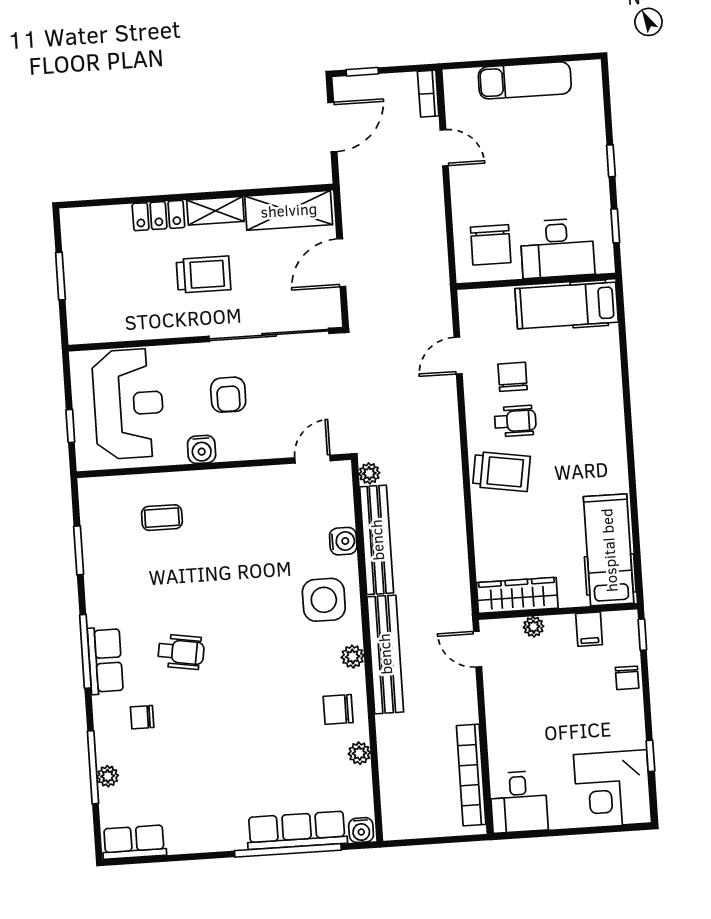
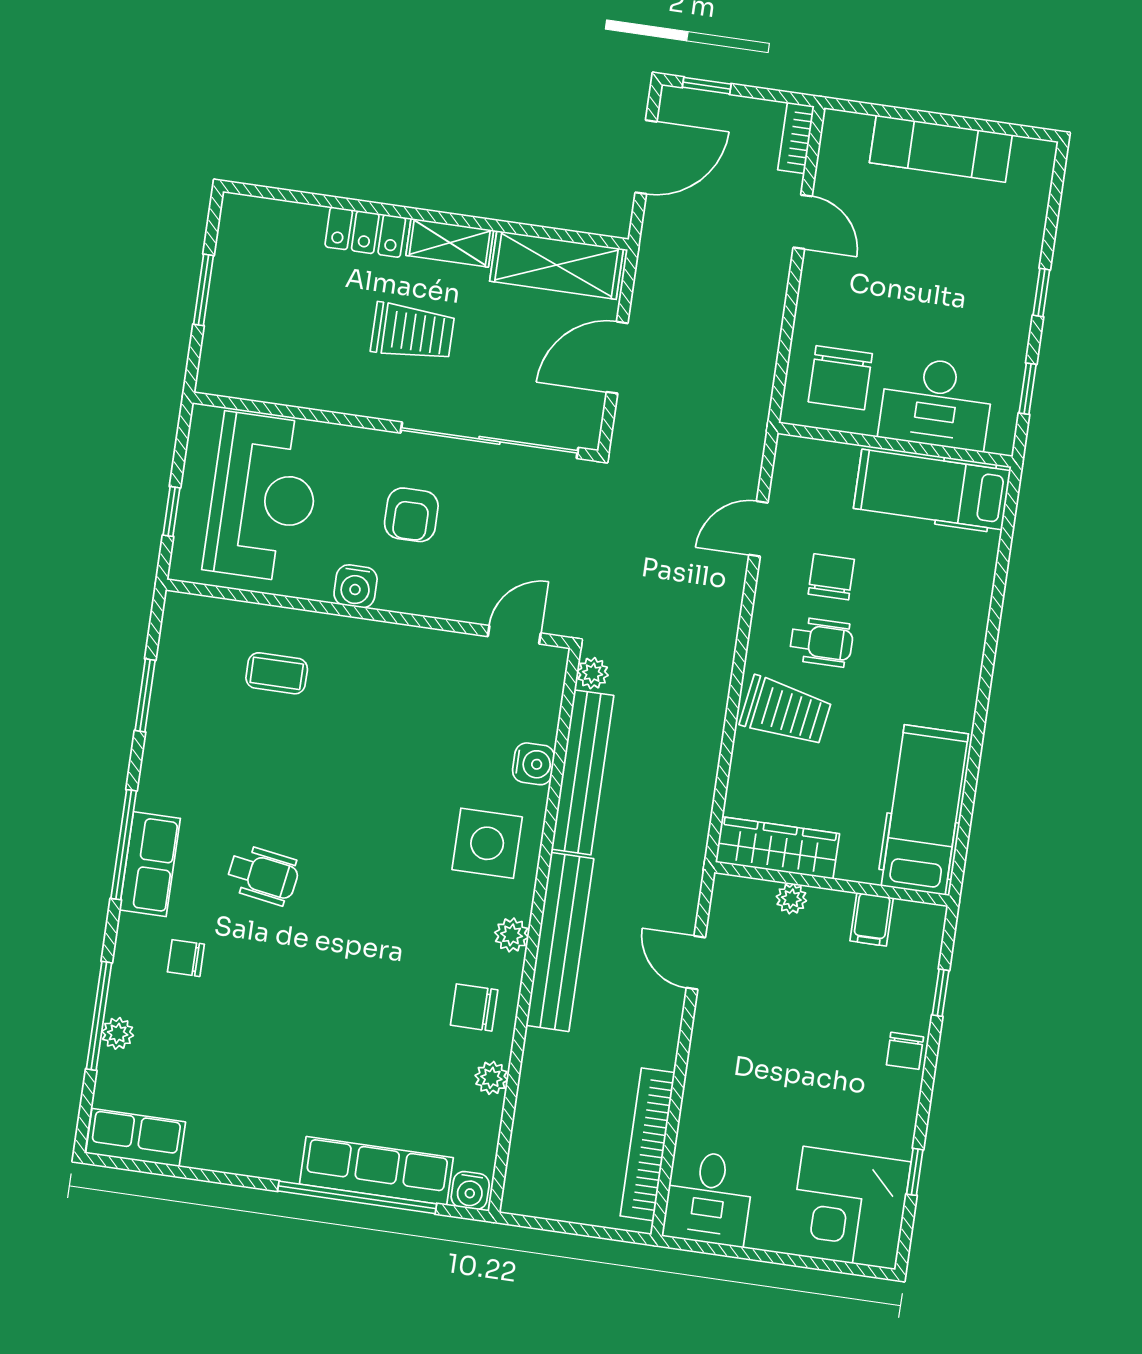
hospital bed: (609, 550) -> (925, 810), moved
wardrobe: (517, 595) -> (777, 848), moved
wall: (558, 611) -> (832, 884), moved
plant: (533, 627) -> (791, 899), moved
filing cabinet: (589, 629) -> (872, 919), moved

